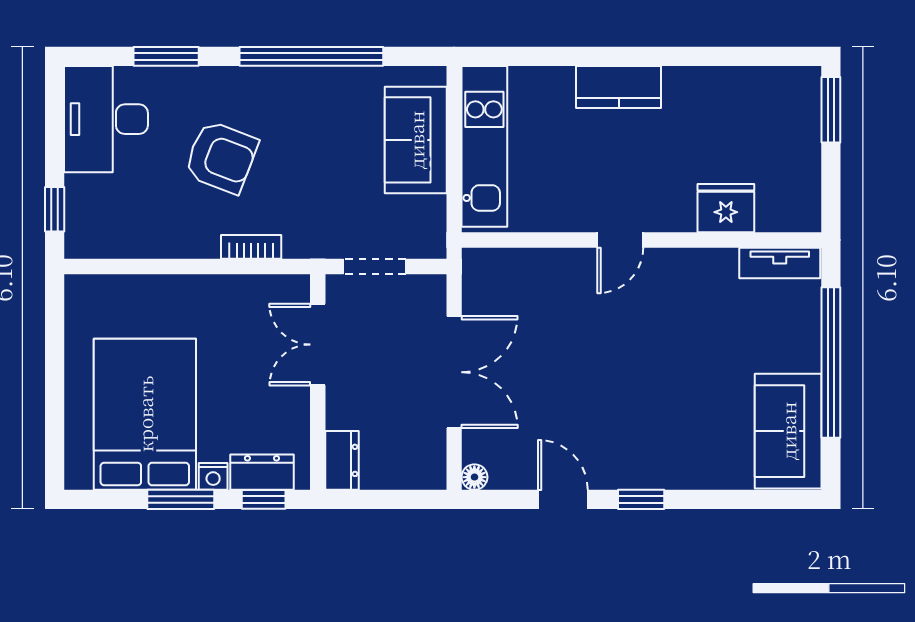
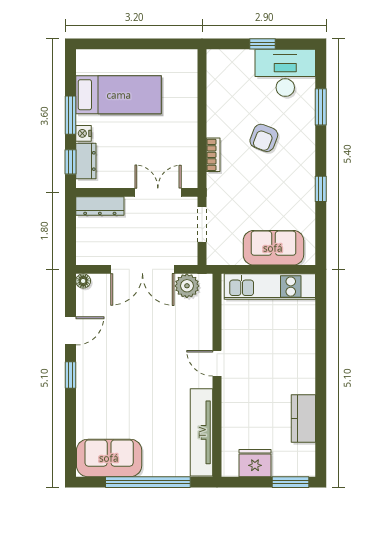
window: (311, 56) -> (321, 189), width x0.32
kitchen counter: (619, 87) -> (303, 418), moved
armchair: (221, 157) -> (264, 138), width x0.72, depth x0.72
fridge: (726, 208) -> (255, 463), moved, turned -90
window: (55, 209) -> (263, 44), moved
tv unit: (780, 263) -> (202, 432), width x1.92, depth x1.29
plant: (483, 293) -> (187, 286), added
bed: (145, 414) -> (119, 95), width x0.67
dresser: (342, 460) -> (100, 206), width x1.44

